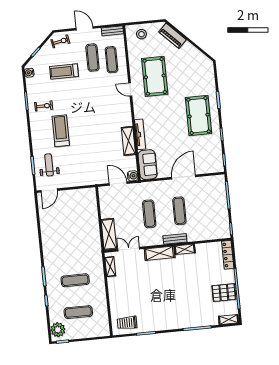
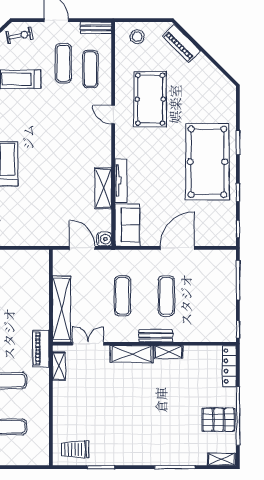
pool table: (199, 116) -> (207, 162), width x1.36, depth x1.32
shelving: (109, 234) -> (62, 309), width x1.47
piano: (97, 256) -> (41, 348), added

